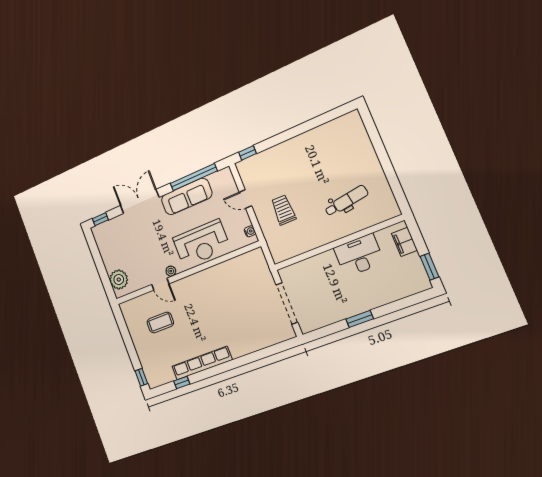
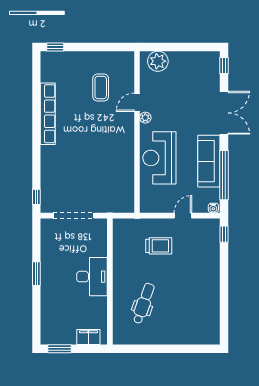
dental chair: (346, 201) -> (144, 303), turned -152
water cooler: (250, 231) -> (213, 208), moved
desk: (359, 255) -> (92, 277), moved
window: (182, 382) -> (36, 197), moved

